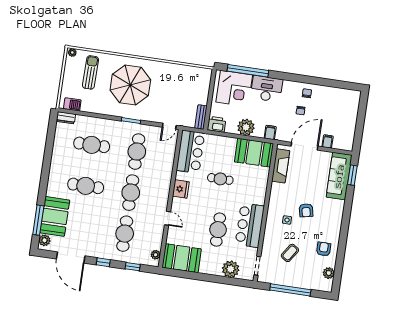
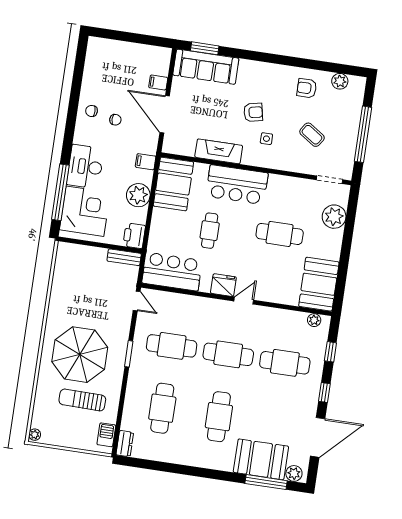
sun lounger: (91, 72) -> (82, 400), moved
fireplace: (281, 166) -> (219, 151), moved
door: (168, 218) -> (244, 301), moved
bar counter: (250, 225) -> (237, 185), moved

